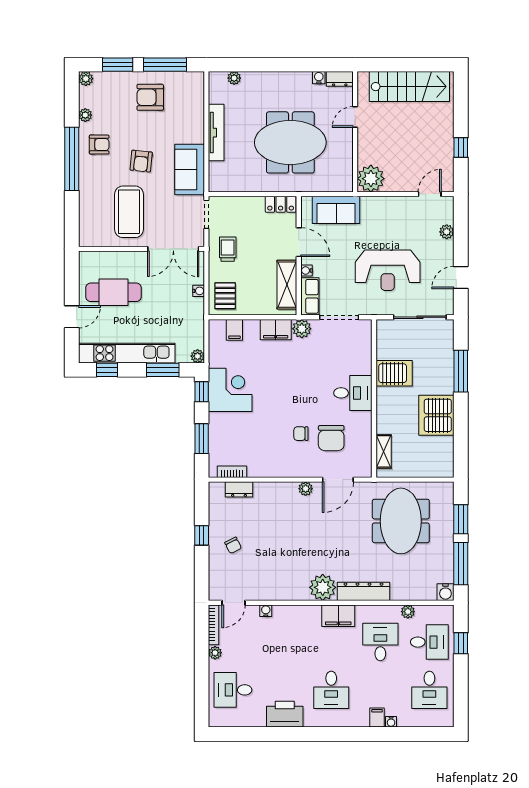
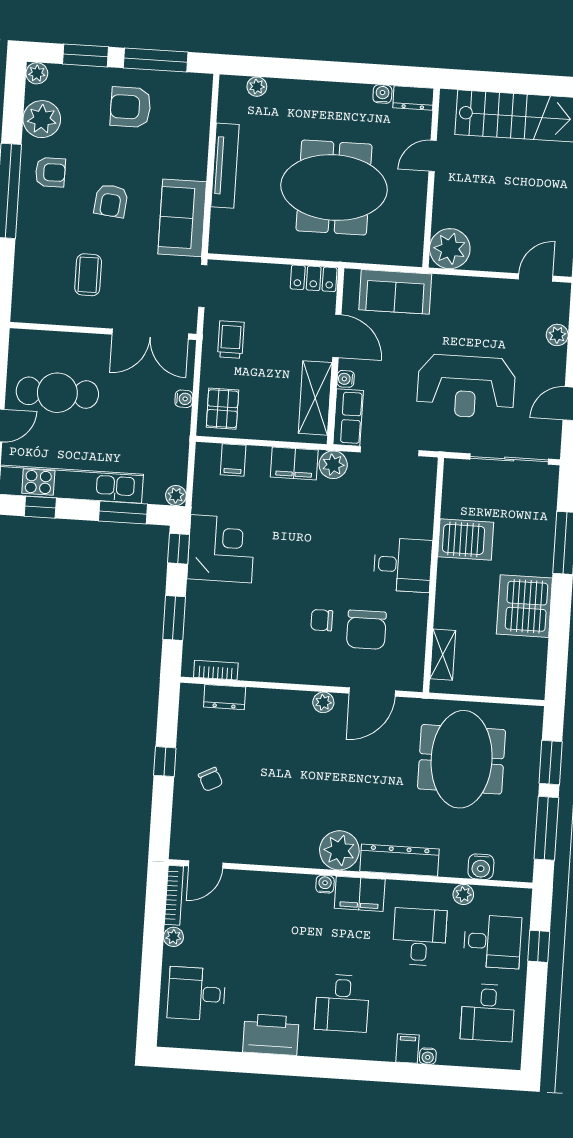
plant: (85, 115) -> (42, 119), width x1.88, depth x1.88
coffee table: (129, 212) -> (88, 275), width x0.54, depth x0.58
water cooler: (445, 592) -> (481, 867), moved
water cooler: (266, 611) -> (325, 884), moved

